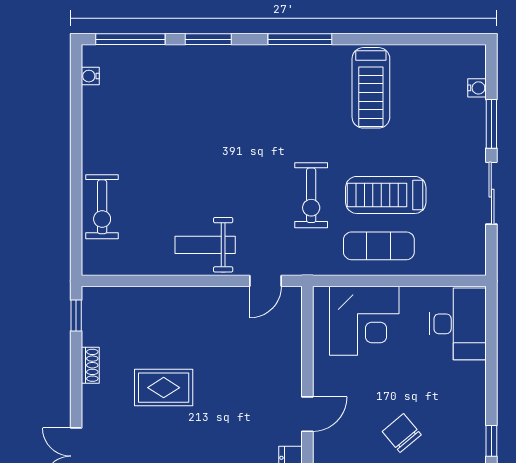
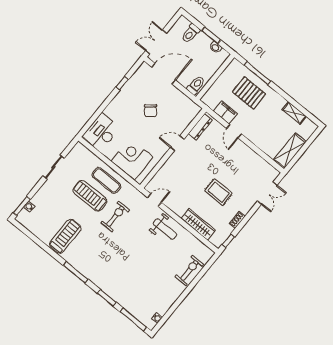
window: (491, 124) -> (22, 206), moved
treadmill: (386, 195) -> (90, 196), turned 180
wardrobe: (153, 301) -> (198, 224), added

